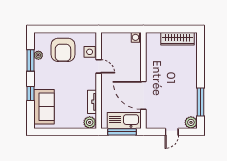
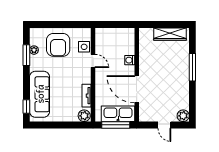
washing machine: (136, 37) -> (130, 60), moved
window: (31, 94) -> (26, 107), moved
window: (200, 102) -> (192, 67), moved
sofa: (44, 107) -> (40, 94), width x1.36
door: (172, 132) -> (164, 125), hinge flipped

